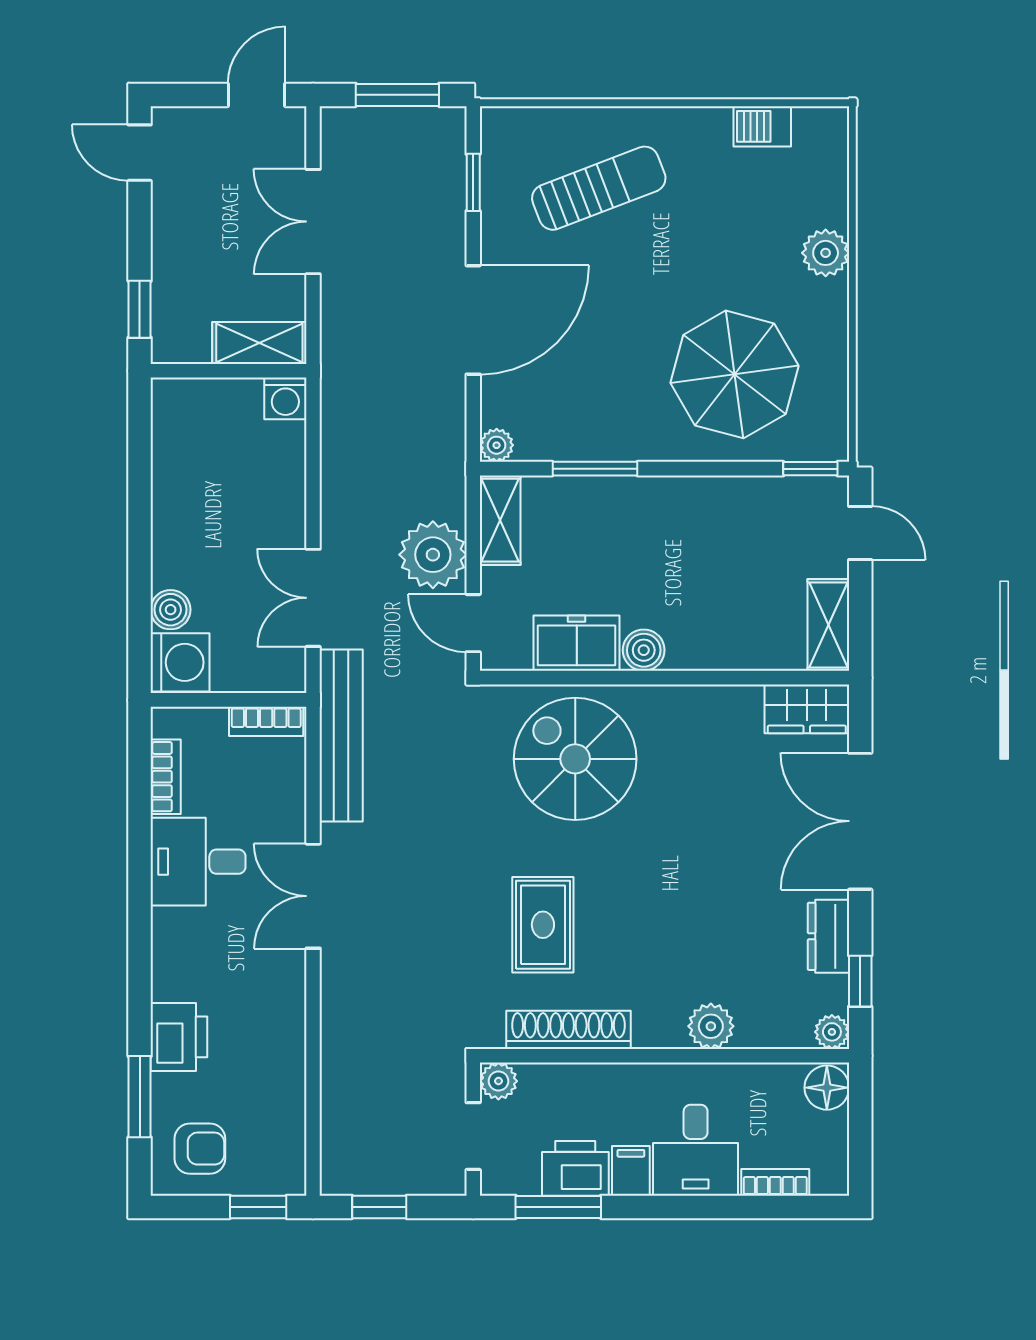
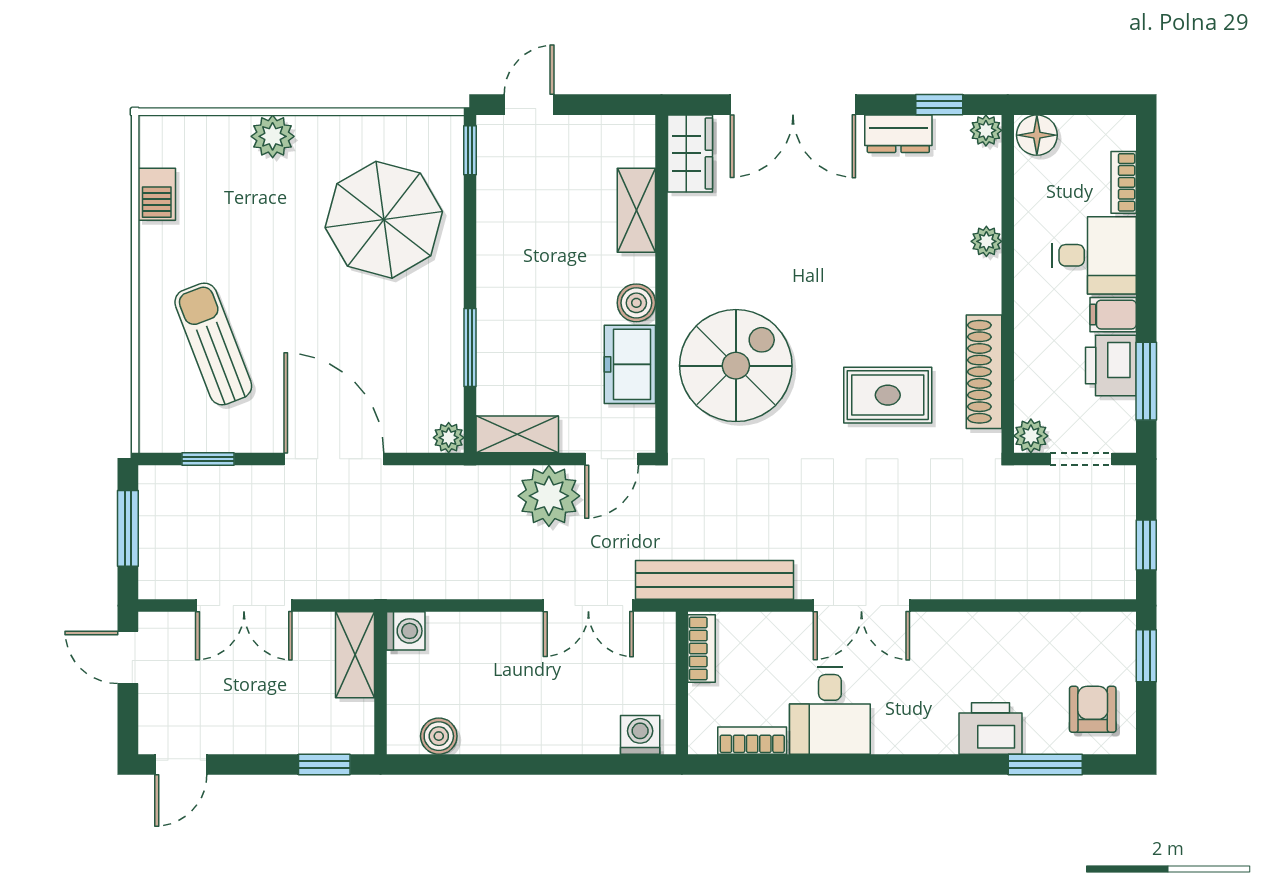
boiler: (171, 610) -> (439, 736), moved
shelving: (828, 625) -> (636, 210), moved, turned 90
washing machine: (180, 662) -> (640, 735), width x0.73, depth x0.73
spiral stairs: (575, 759) -> (736, 366), turned 180
plant: (711, 1026) -> (986, 241), width x0.73, depth x0.73

